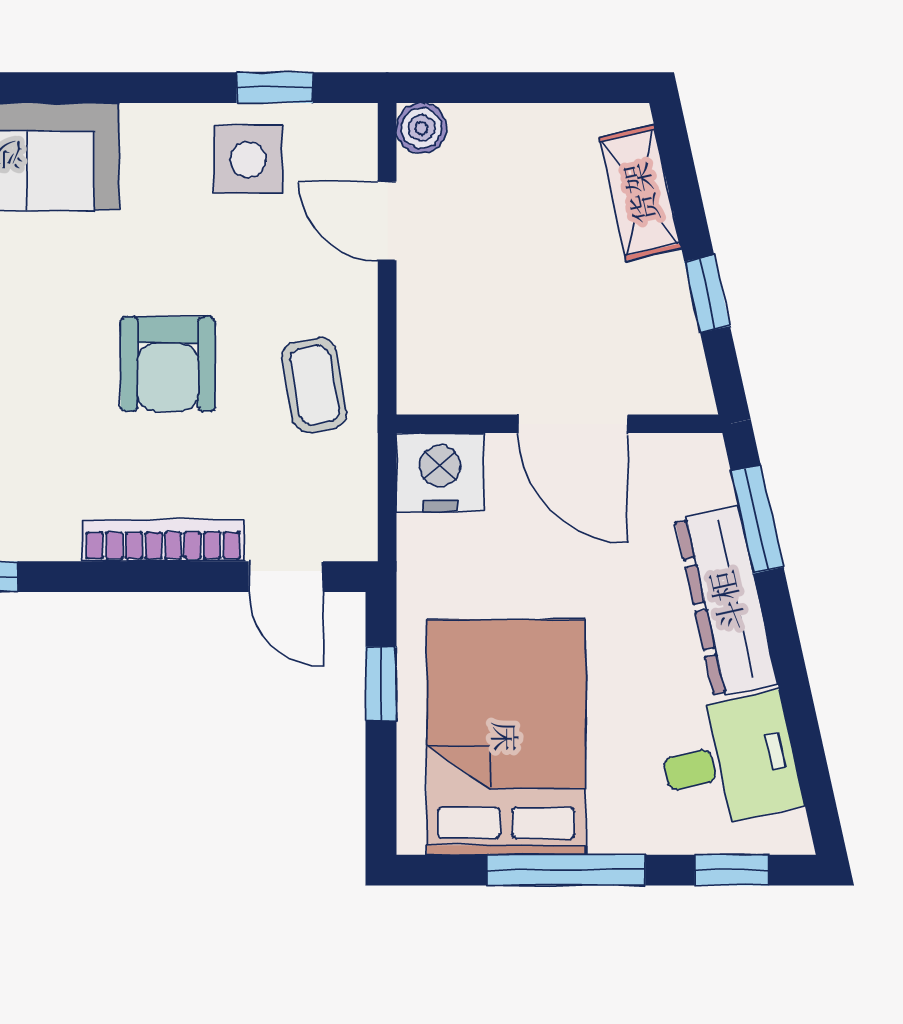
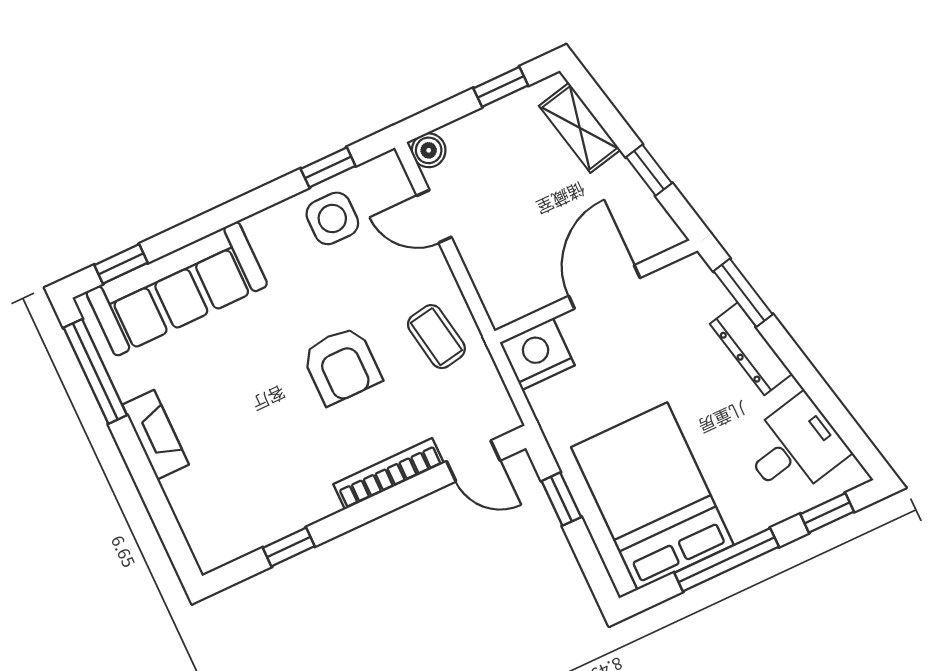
window: (559, 88) -> (501, 87), added
door: (573, 424) -> (604, 287), swing flipped
dresser: (726, 601) -> (751, 349), width x0.73, depth x0.80

